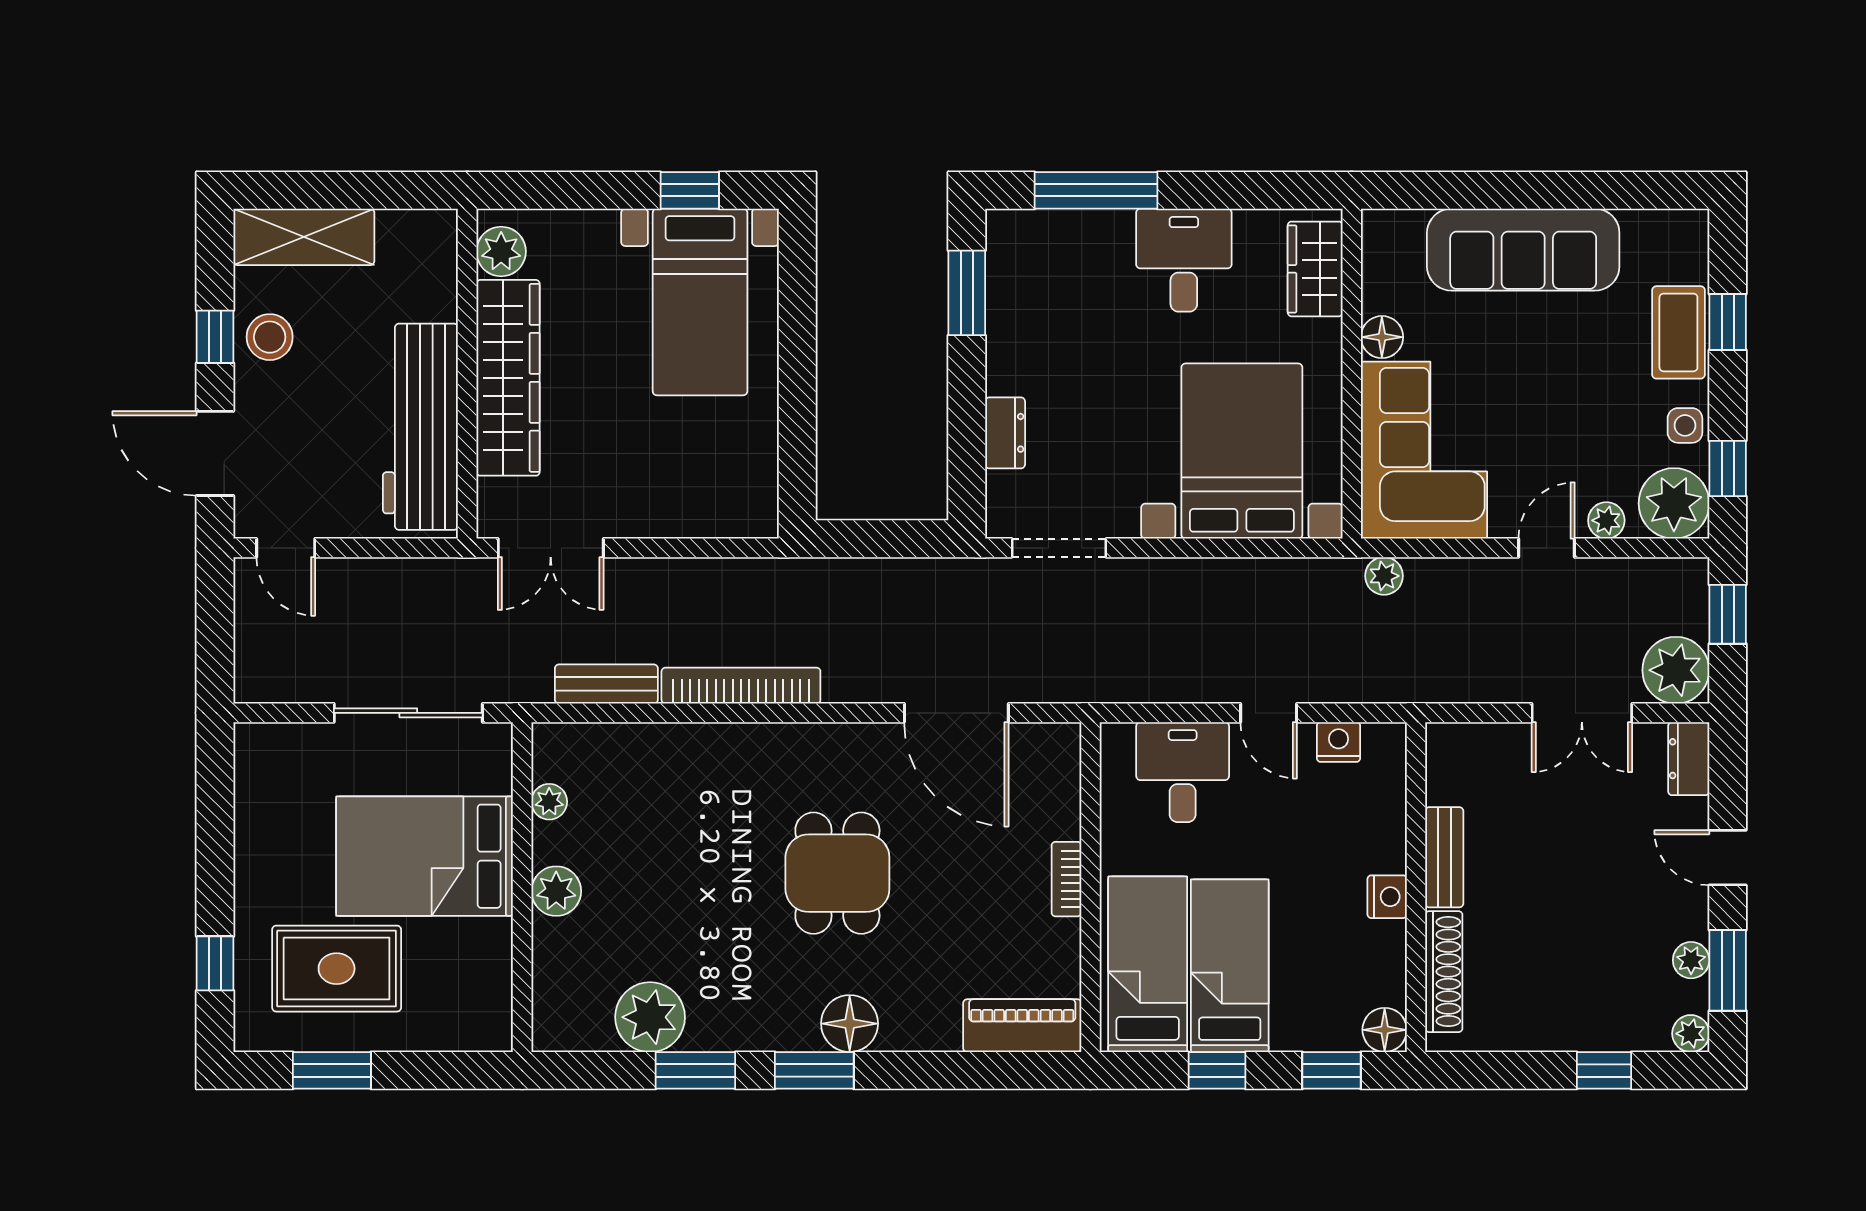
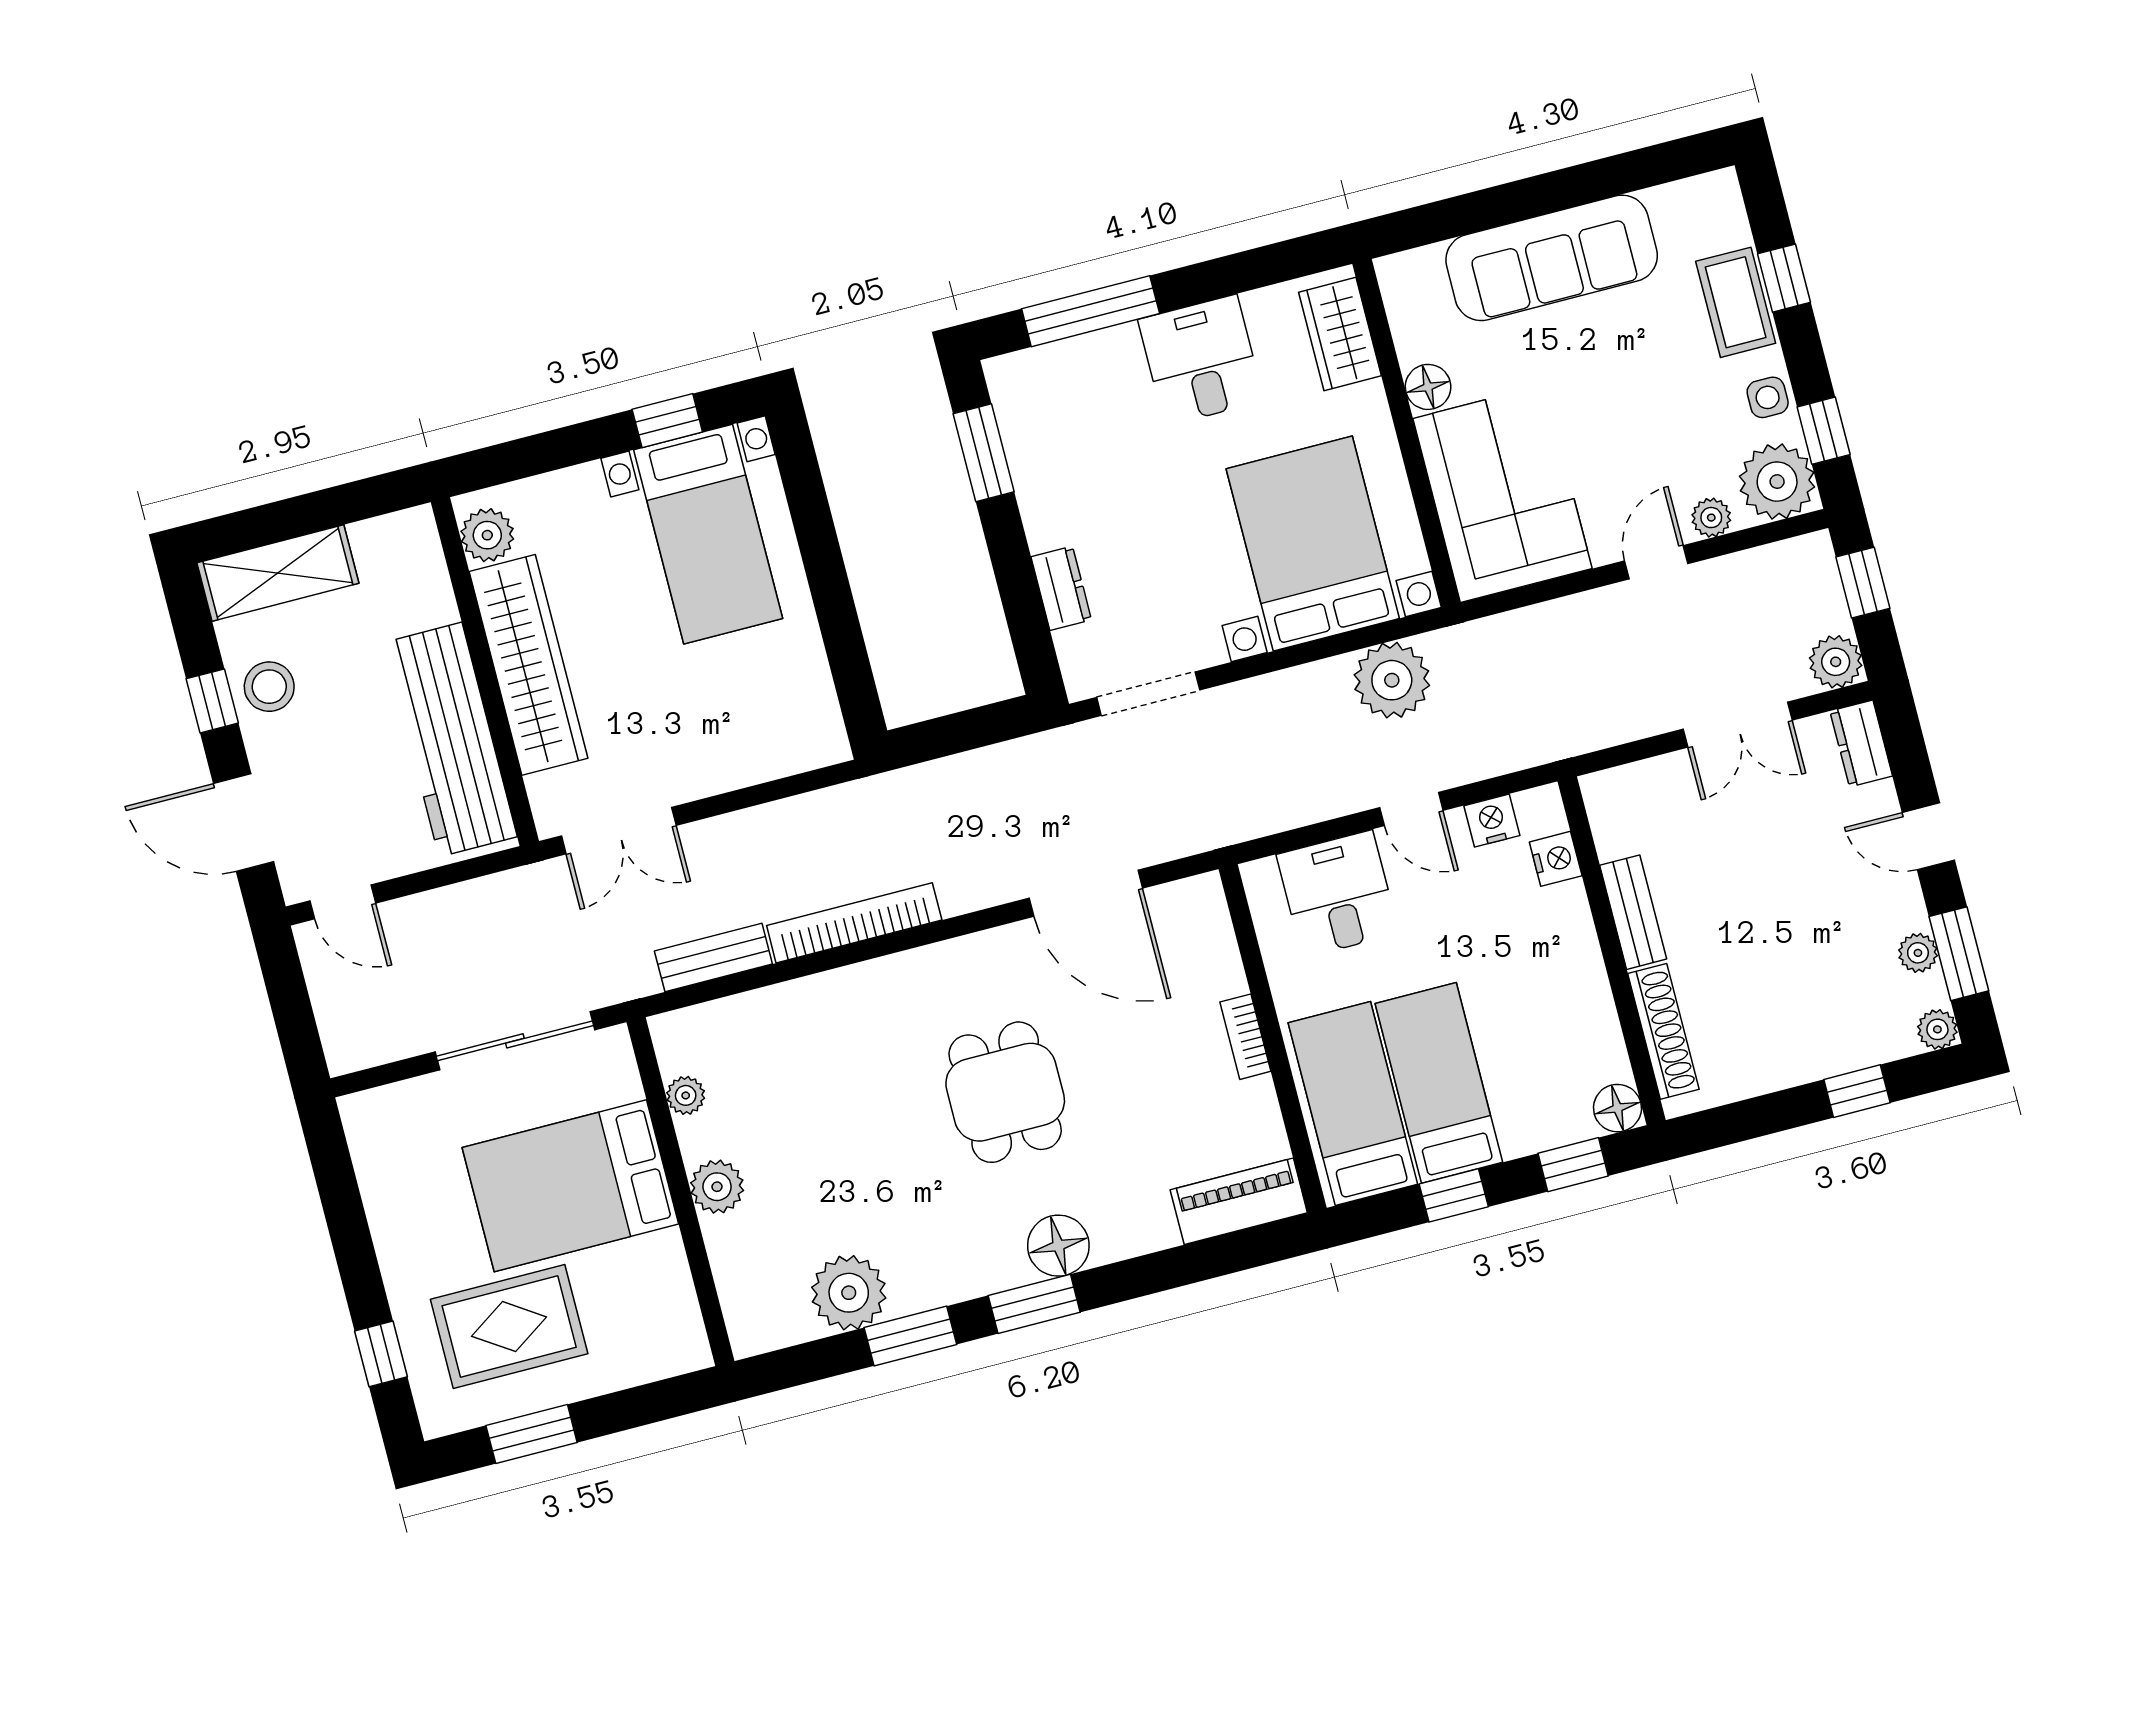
plant: (1384, 576) -> (1392, 680), moved, width x1.88, depth x1.88
plant: (1676, 670) -> (1836, 662), width x0.73, depth x0.73
nightstand: (1387, 897) -> (1556, 859), moved

